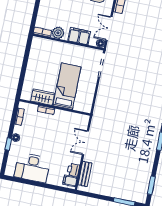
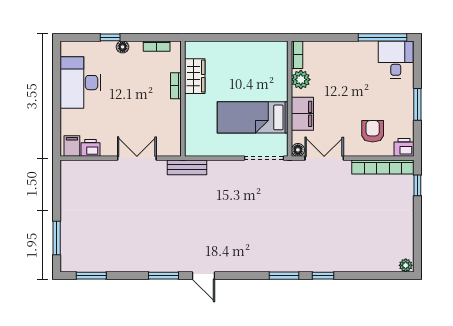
bed: (67, 86) -> (253, 117), moved, turned 180
bench: (85, 174) -> (187, 167), moved

